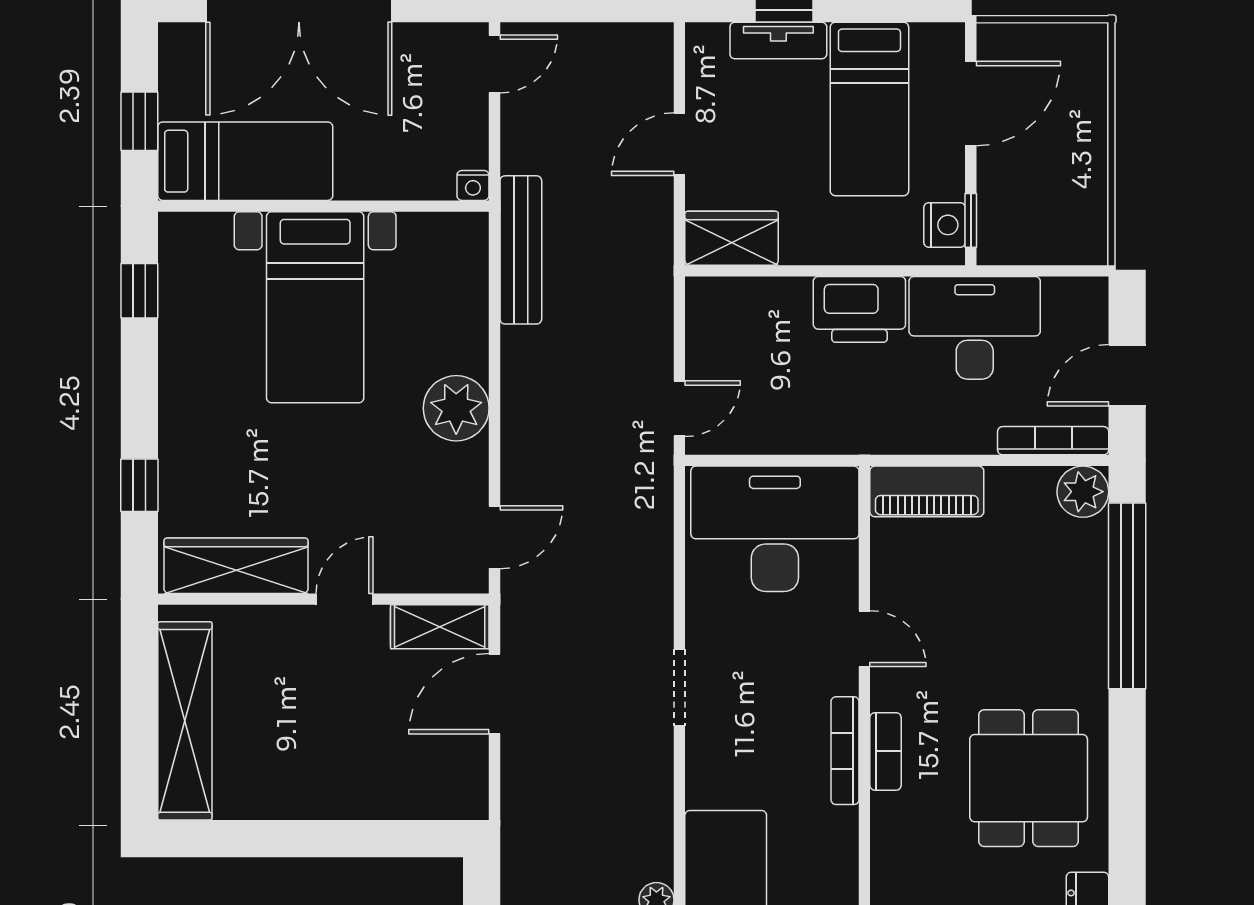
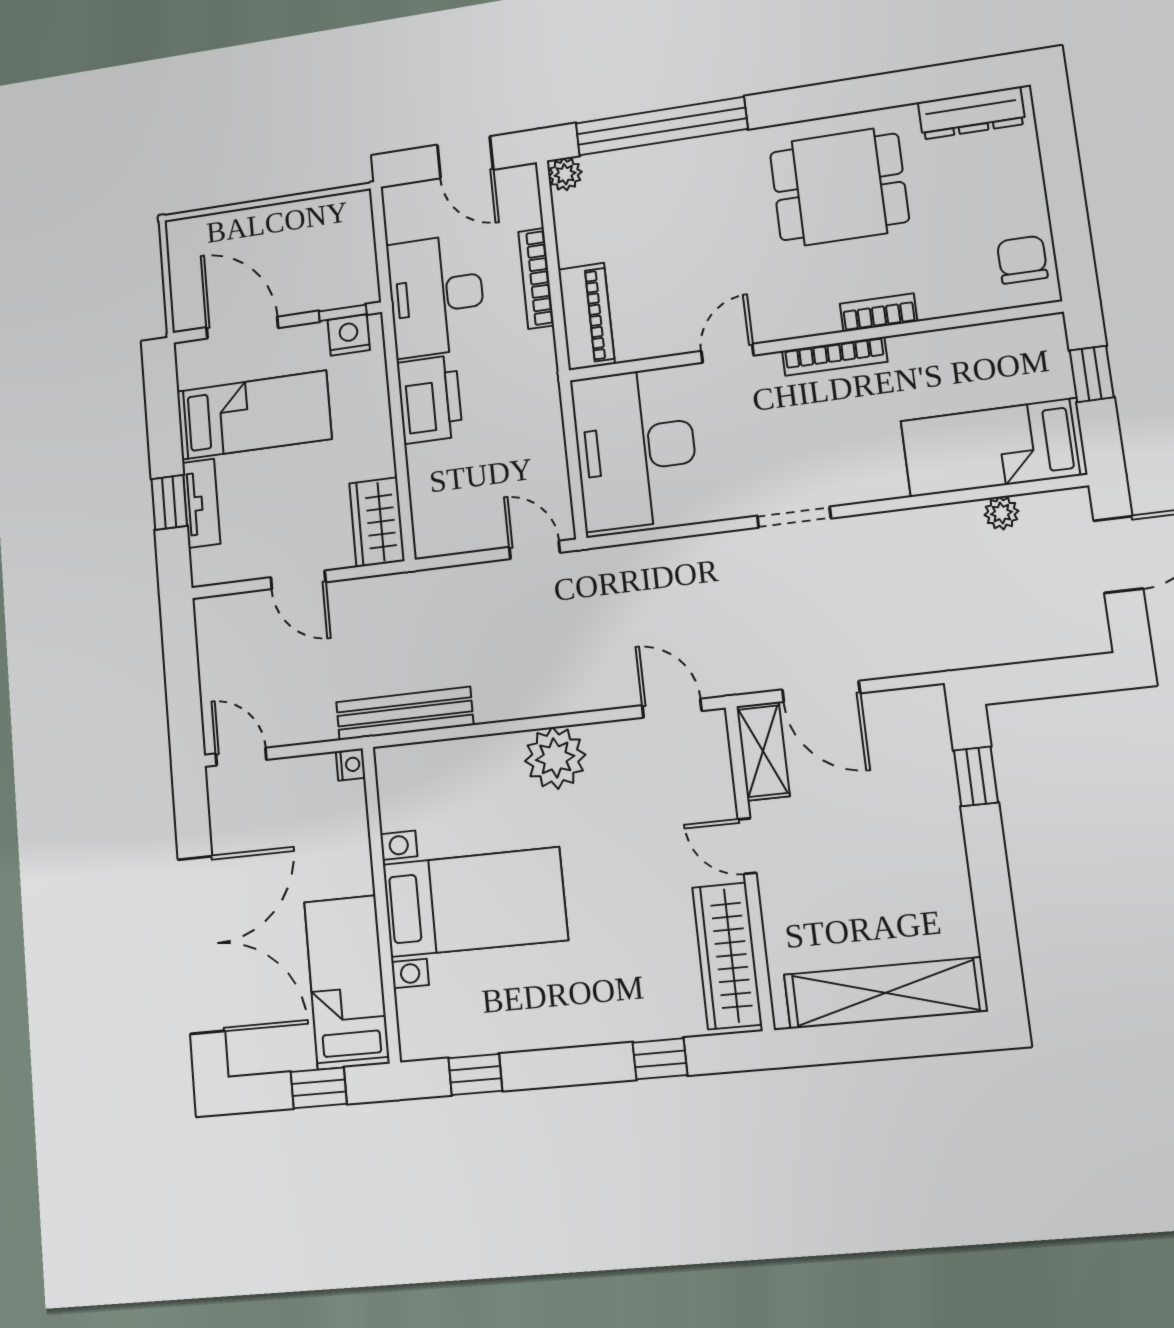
bookcase: (1053, 441) -> (536, 278), moved
plant: (1083, 492) -> (565, 174), width x0.73, depth x0.73
bookcase: (885, 751) -> (879, 313), moved
window: (391, 839) -> (976, 776), added

